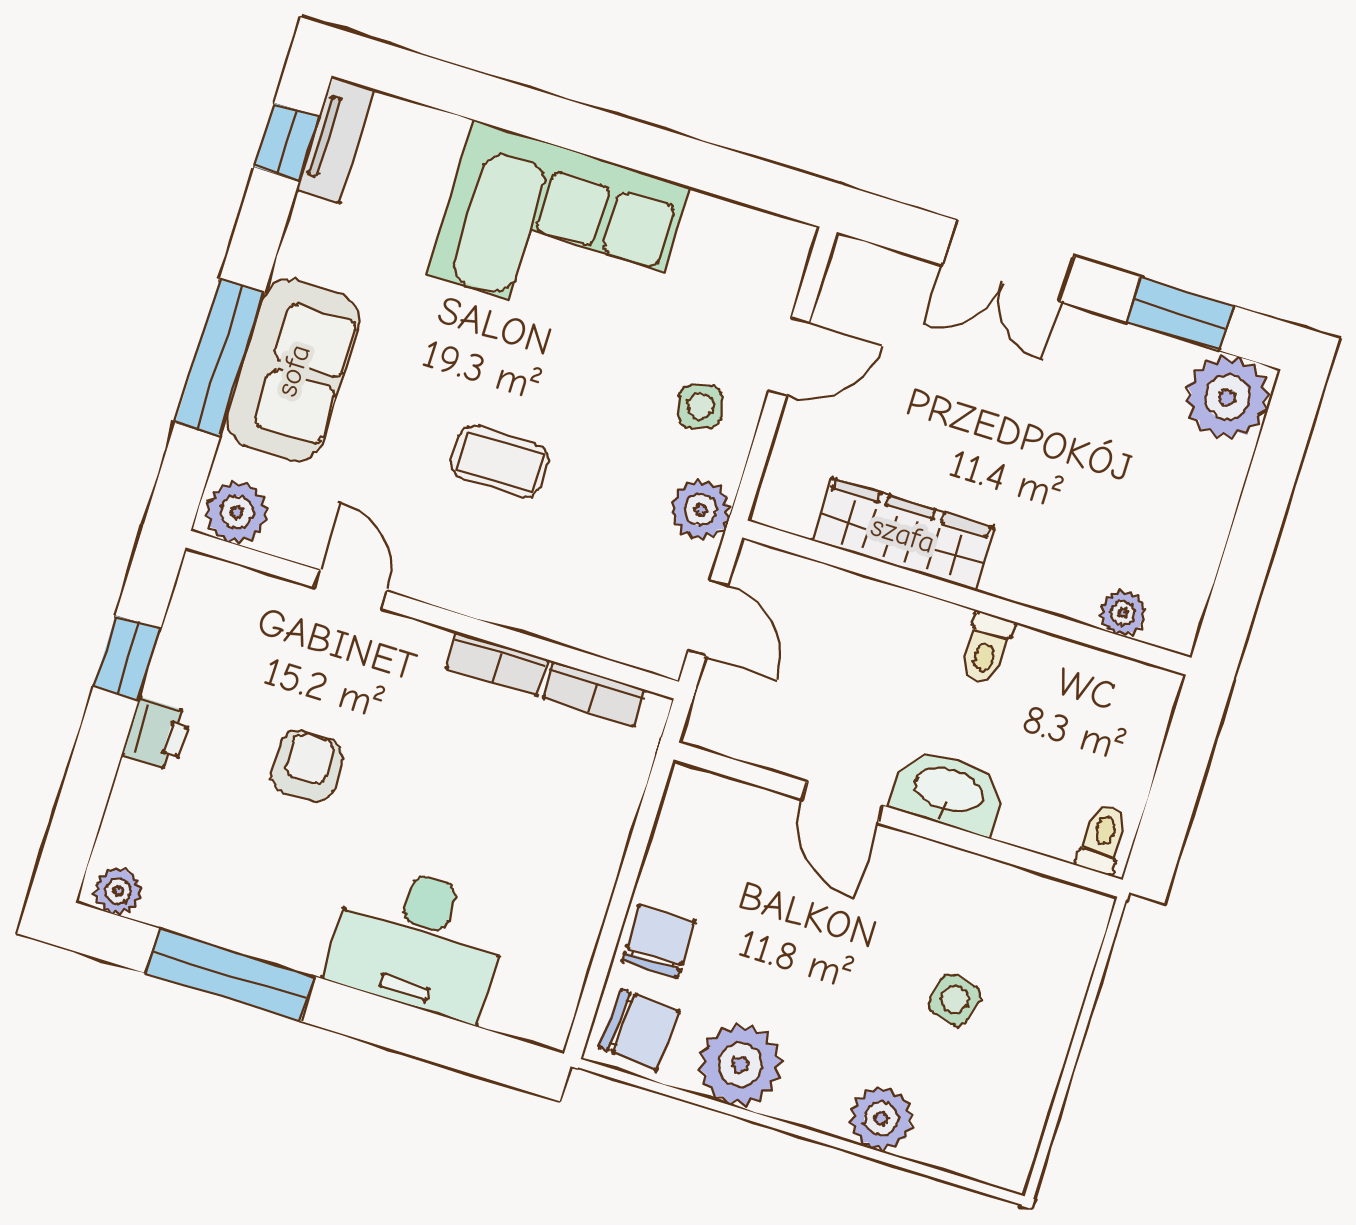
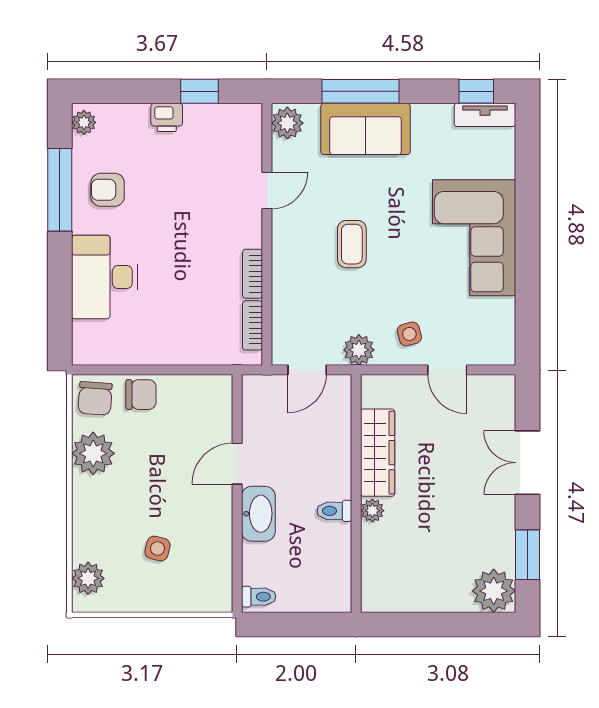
plant: (1123, 613) -> (372, 511), moved
armchair: (307, 766) -> (108, 190), moved, turned 180
plant: (881, 1119) -> (88, 578), moved

